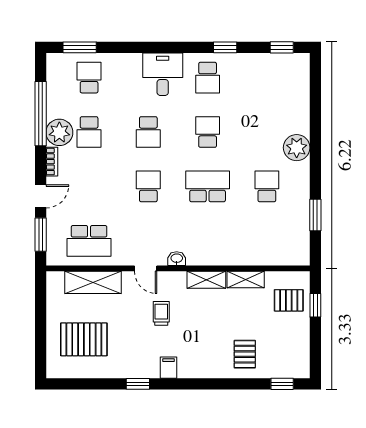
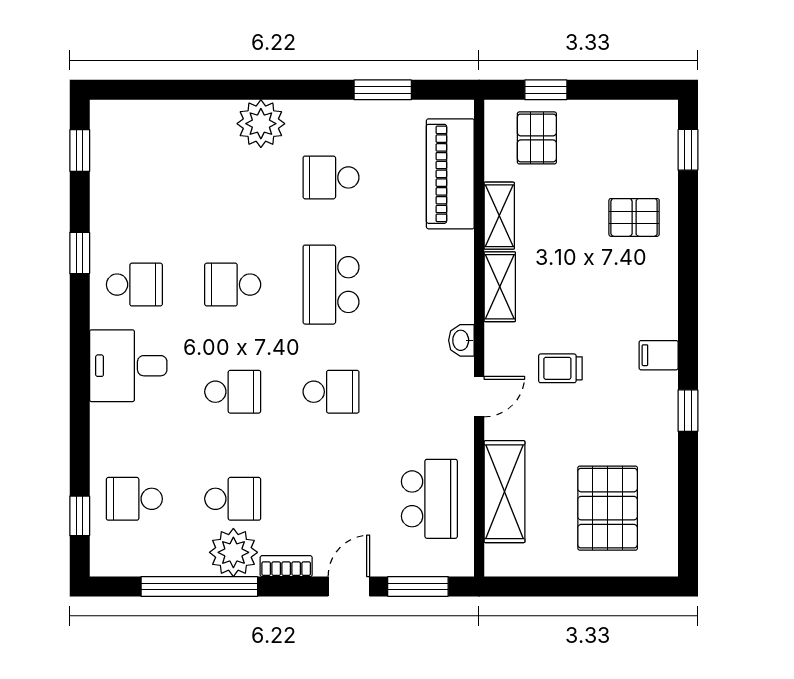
window: (80, 47) -> (80, 516), width x0.67
school desk: (148, 186) -> (331, 392), turned 180
door: (41, 196) -> (349, 586), hinge flipped
piano: (269, 252) -> (450, 174), added

